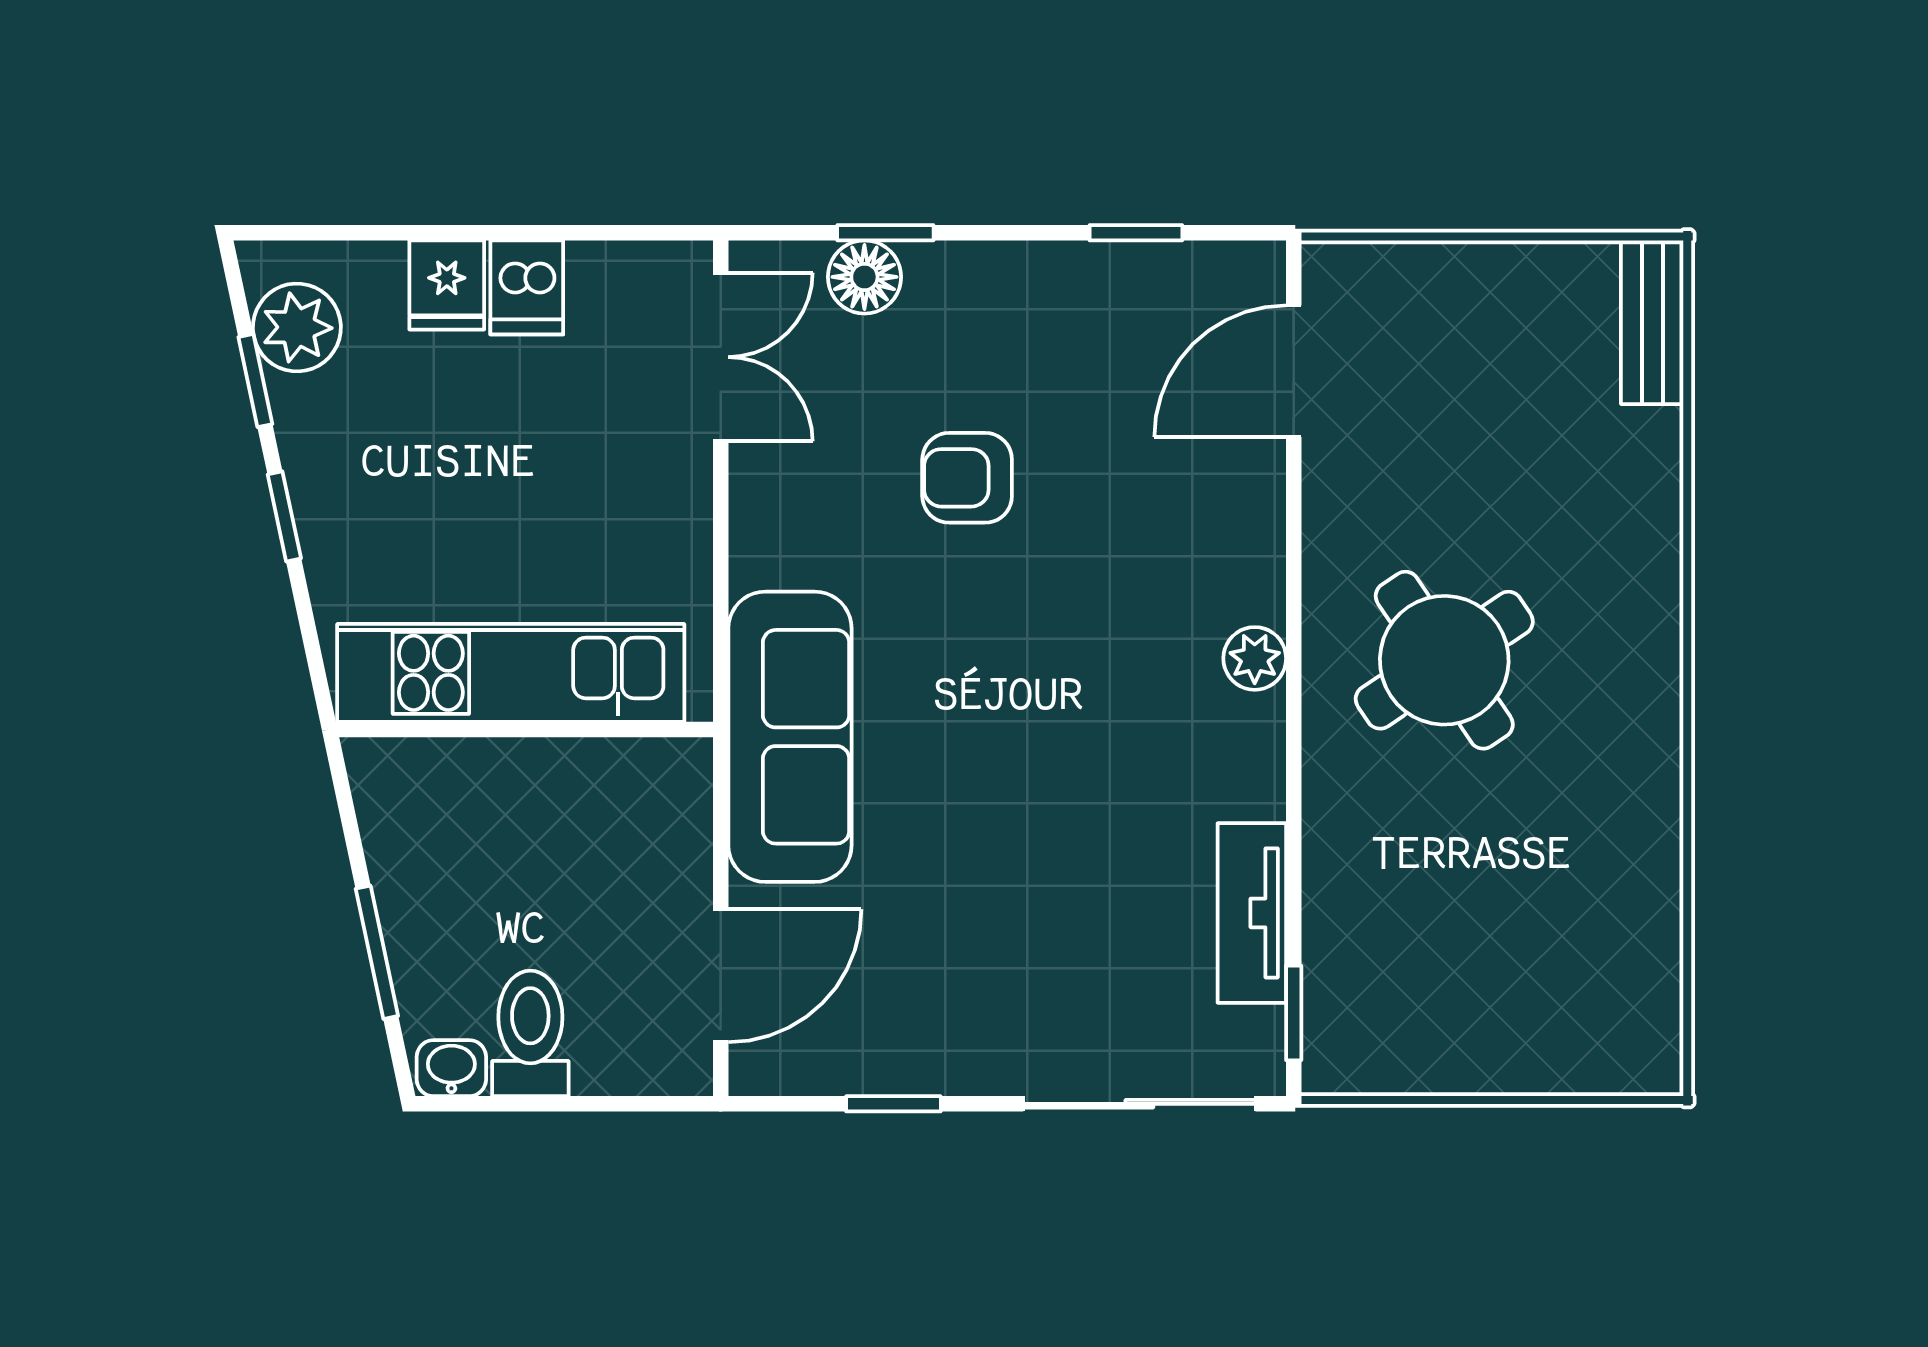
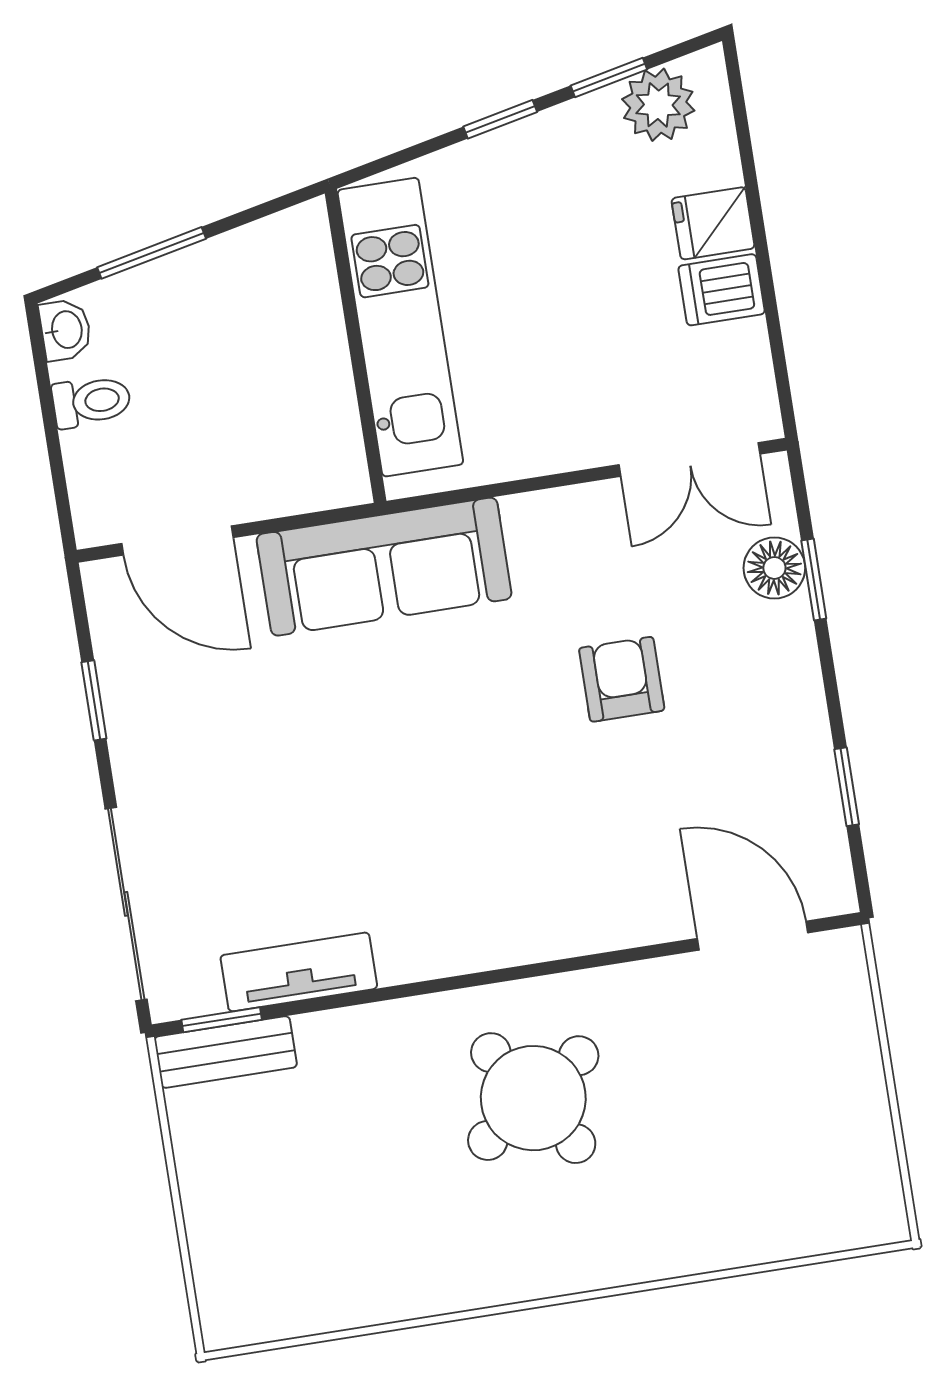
bench: (1652, 322) -> (226, 1052), moved
plant: (1255, 658) -> (510, 941), removed
toilet: (530, 1033) -> (92, 401), width x0.73, depth x0.72

